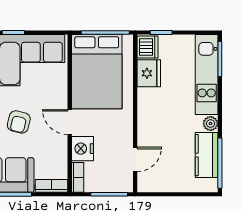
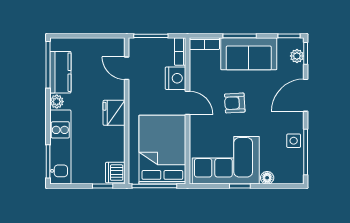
fridge: (149, 73) -> (114, 113), moved
armchair: (19, 122) -> (235, 103), turned -107
door: (135, 159) -> (127, 68), hinge flipped

